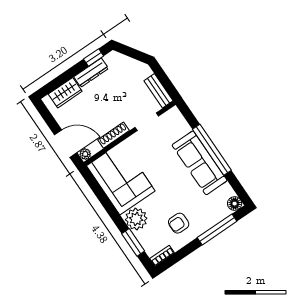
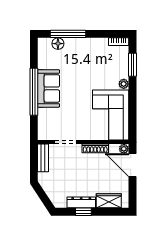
window: (94, 57) -> (83, 212), moved
sofa: (200, 163) -> (49, 88), width x0.73
floor lamp: (235, 204) -> (58, 44), moved
plant: (136, 219) -> (124, 84), width x0.53, depth x0.53
armchair: (179, 223) -> (92, 57), removed

